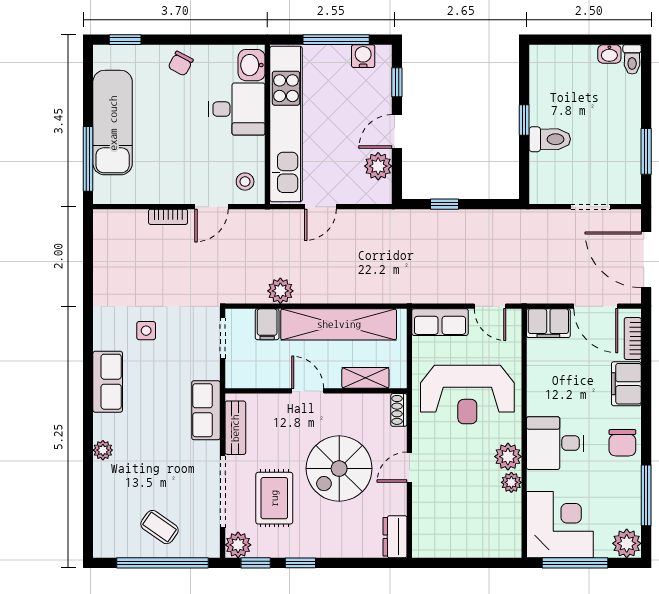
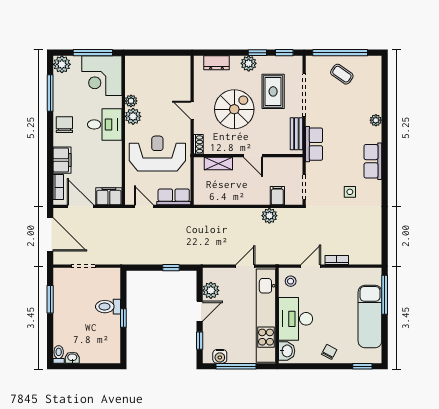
desk: (237, 109) -> (296, 319), width x1.37
shelving: (339, 324) -> (235, 196), removed
door: (409, 467) -> (192, 110), swing flipped
dresser: (395, 537) -> (216, 63), moved, turned 90
plant: (238, 545) -> (249, 63), moved

